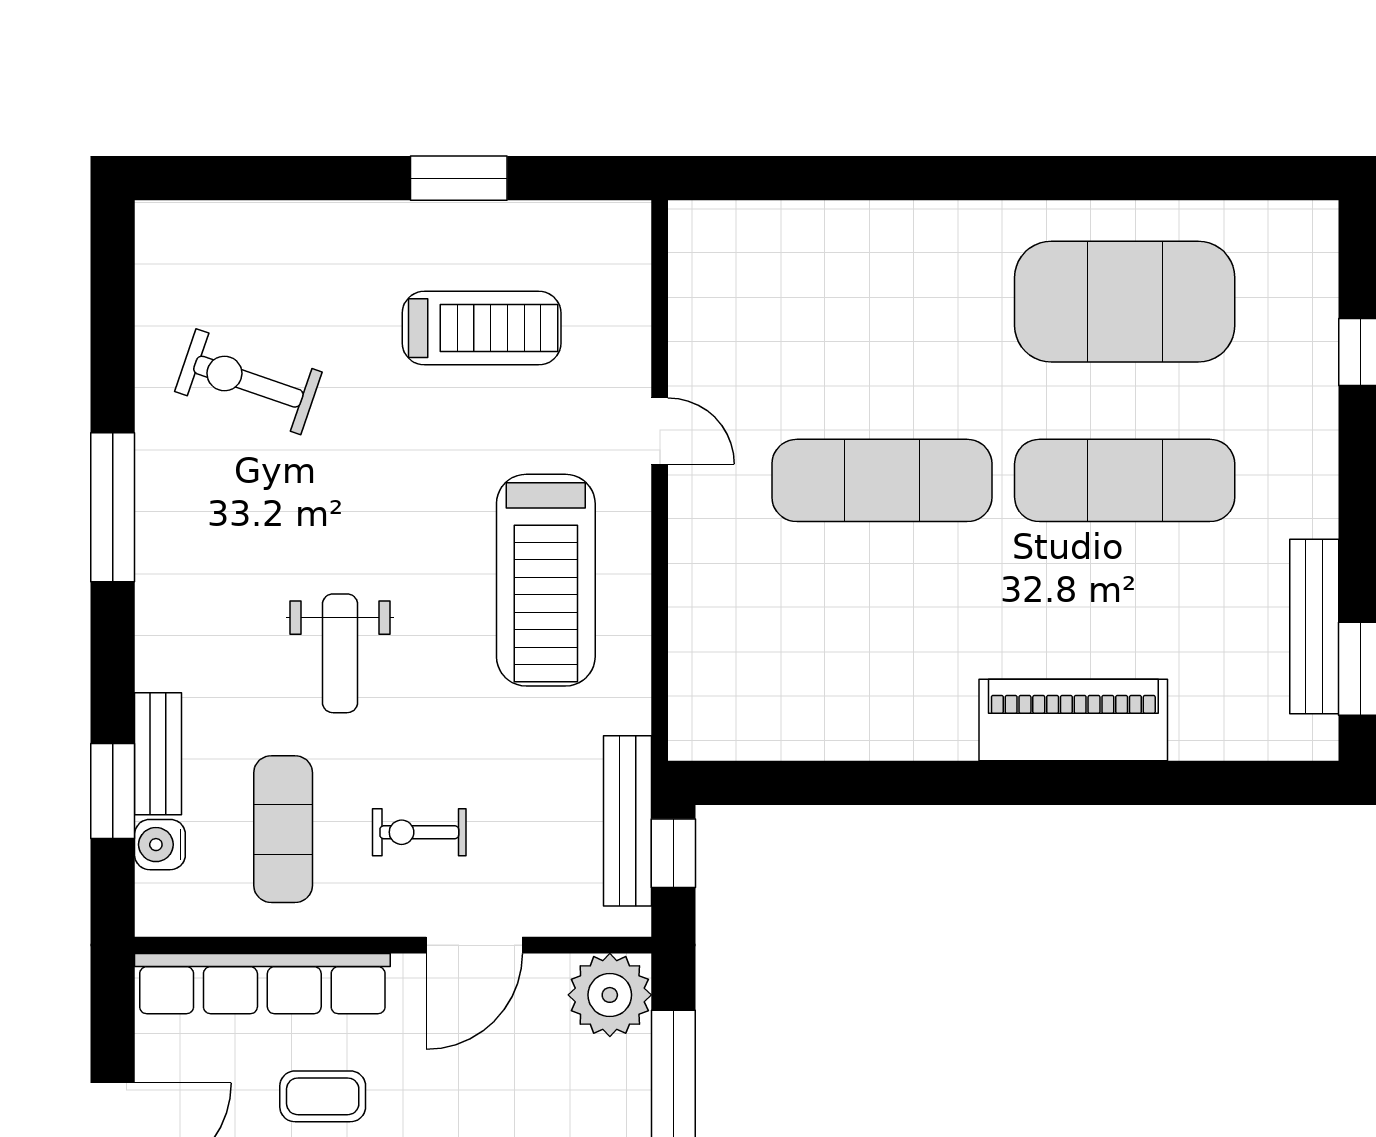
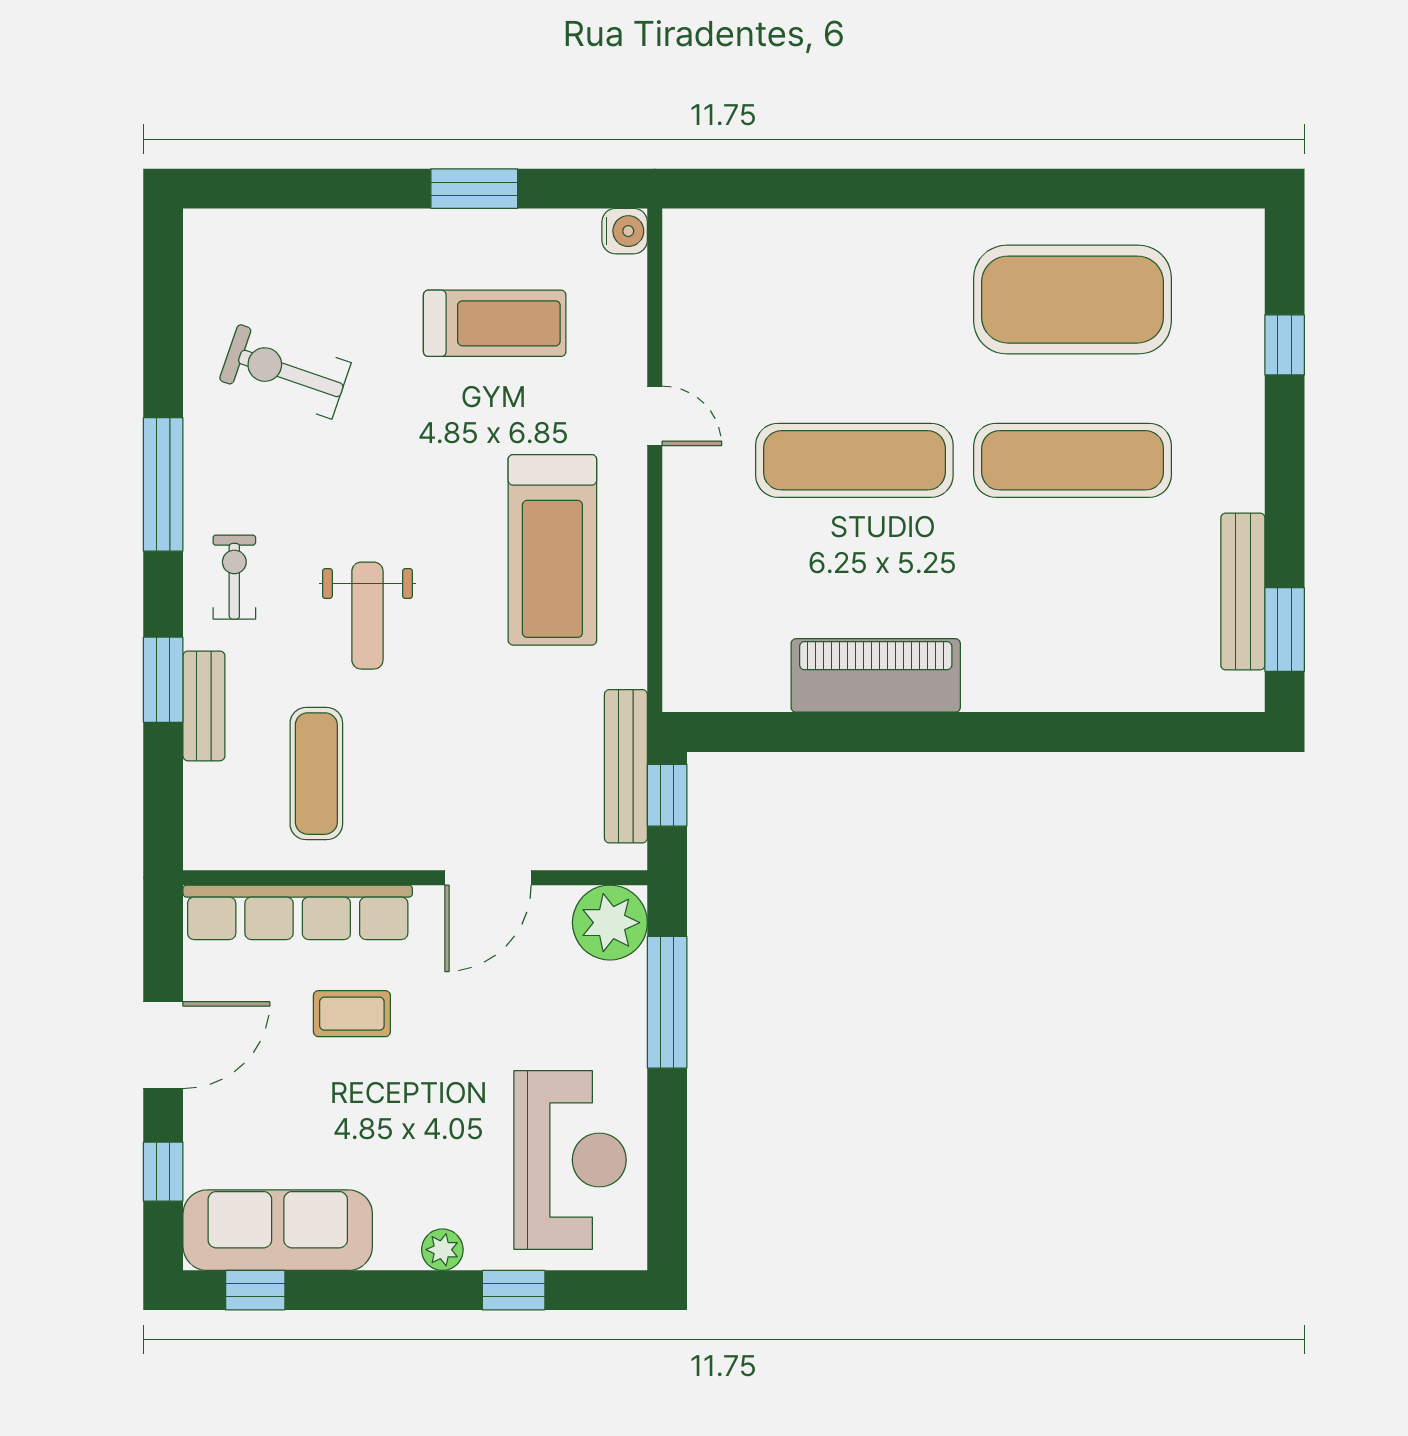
piano: (1073, 720) -> (876, 675), moved
window: (113, 791) -> (163, 680), moved
exercise bike: (419, 832) -> (234, 577), moved, turned 90
water cooler: (160, 845) -> (625, 231), moved, turned 180

